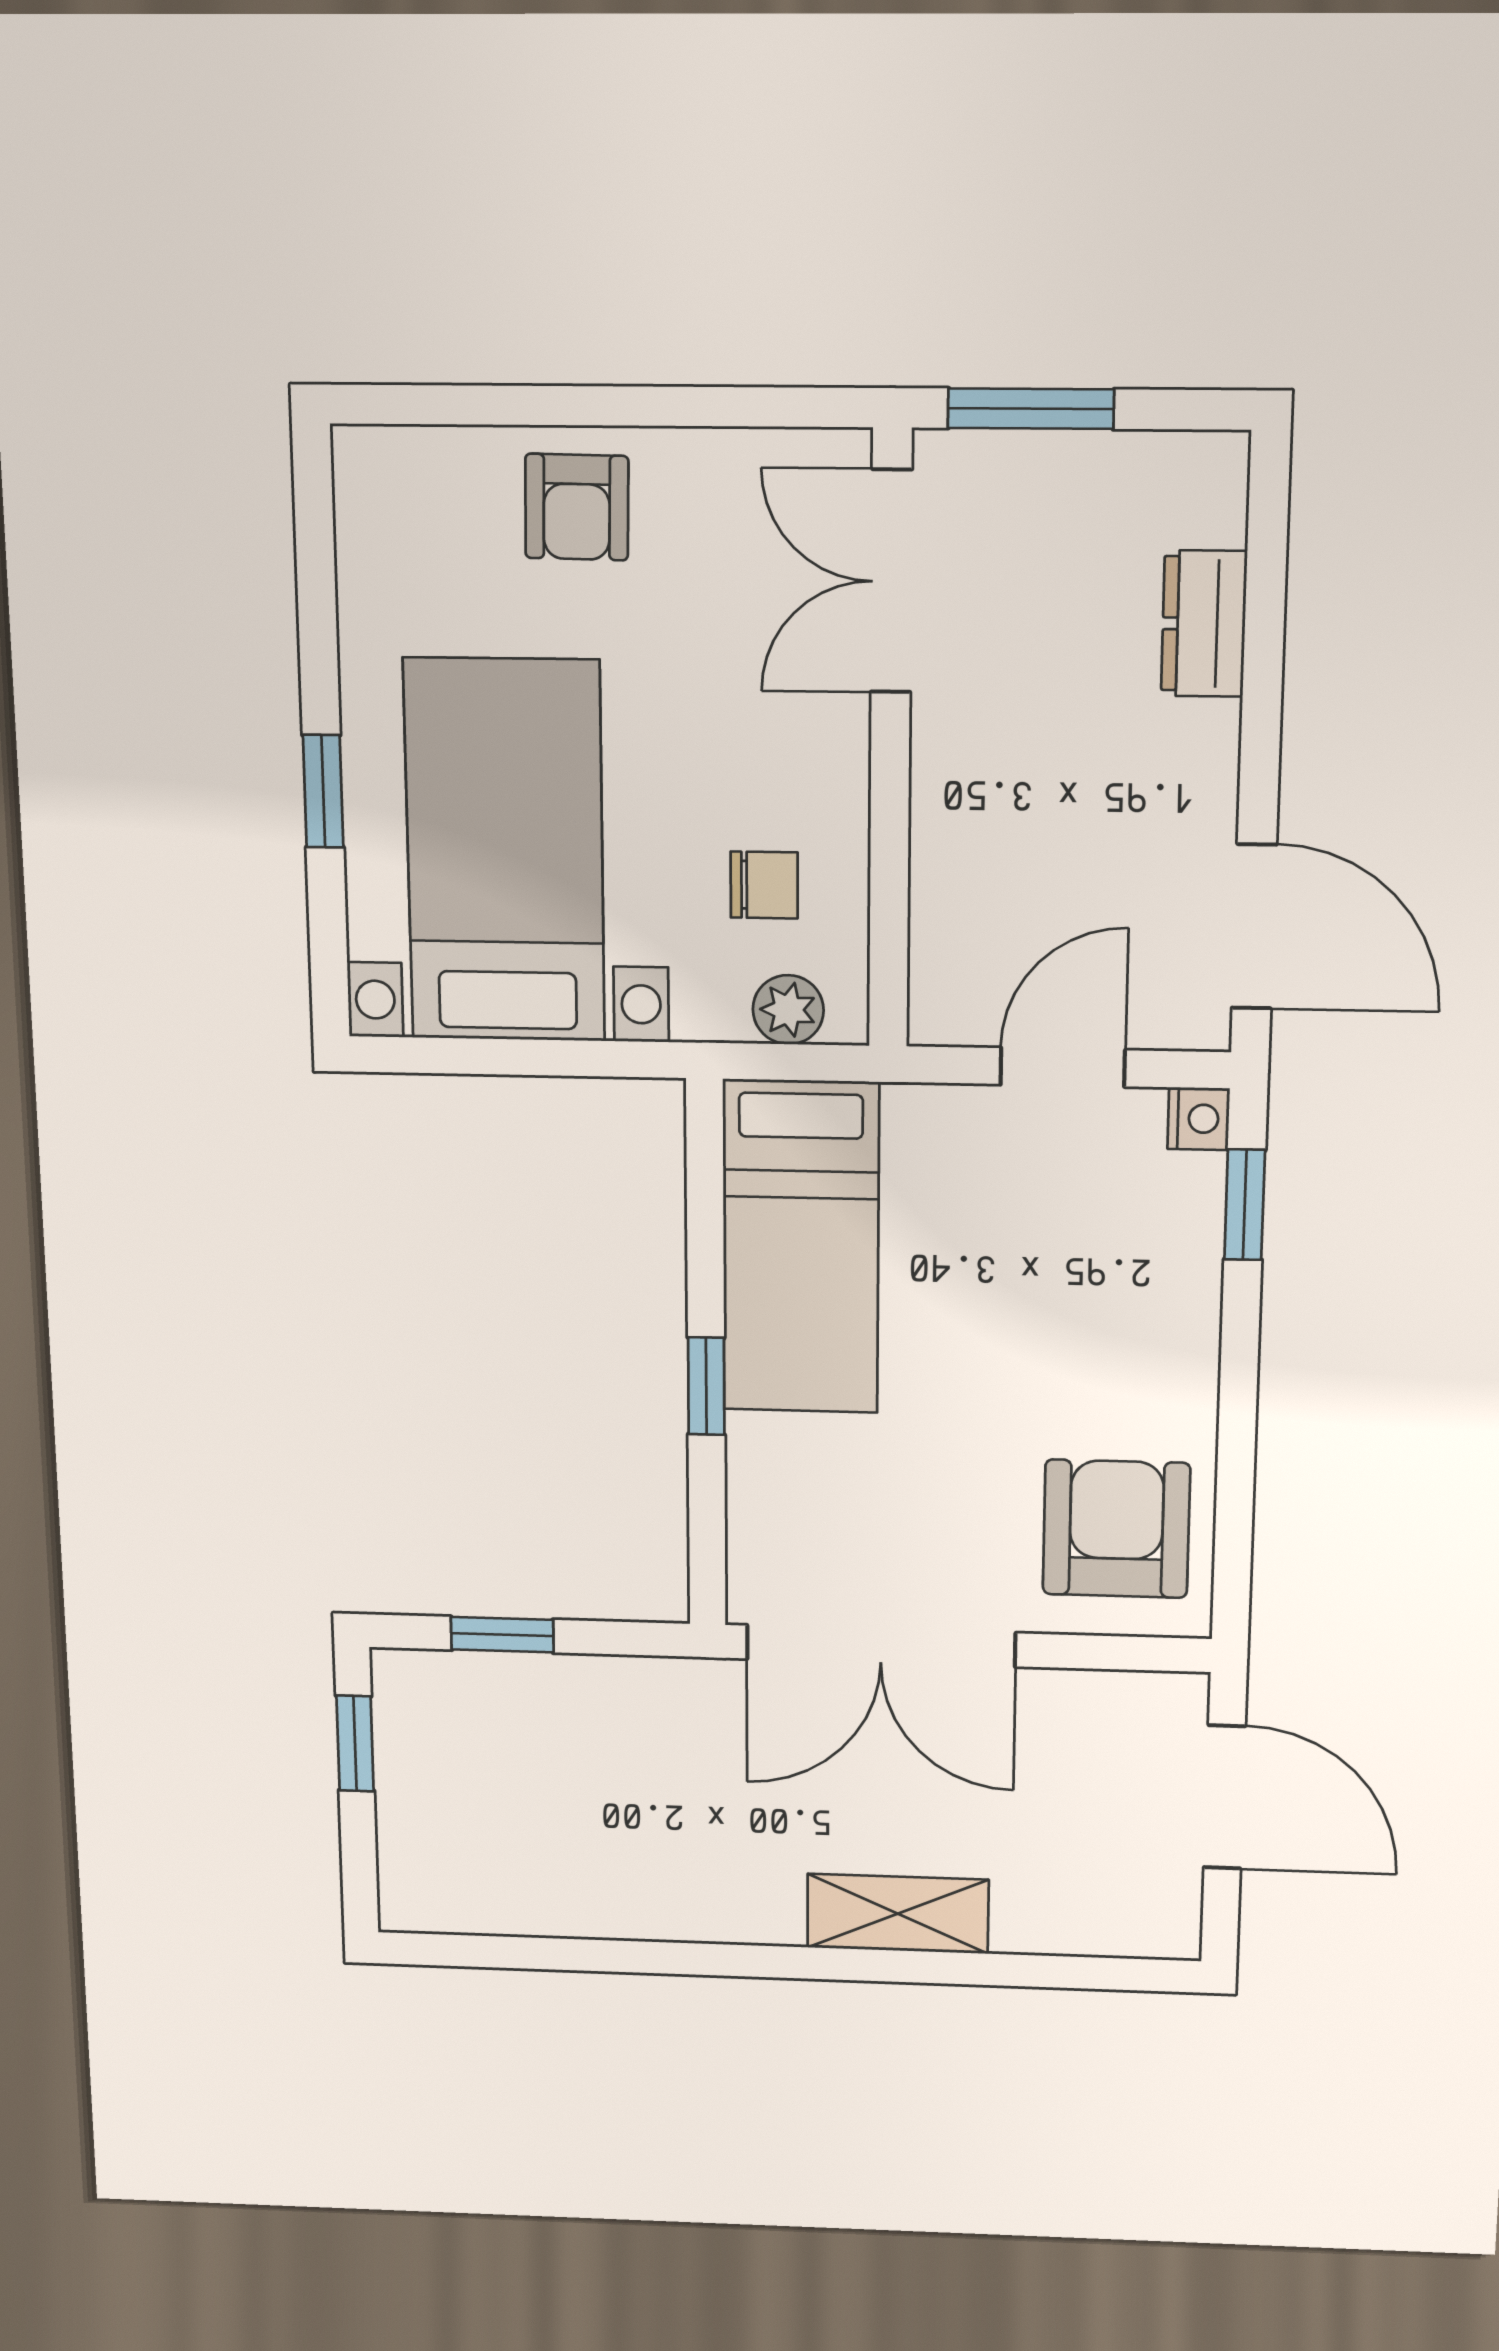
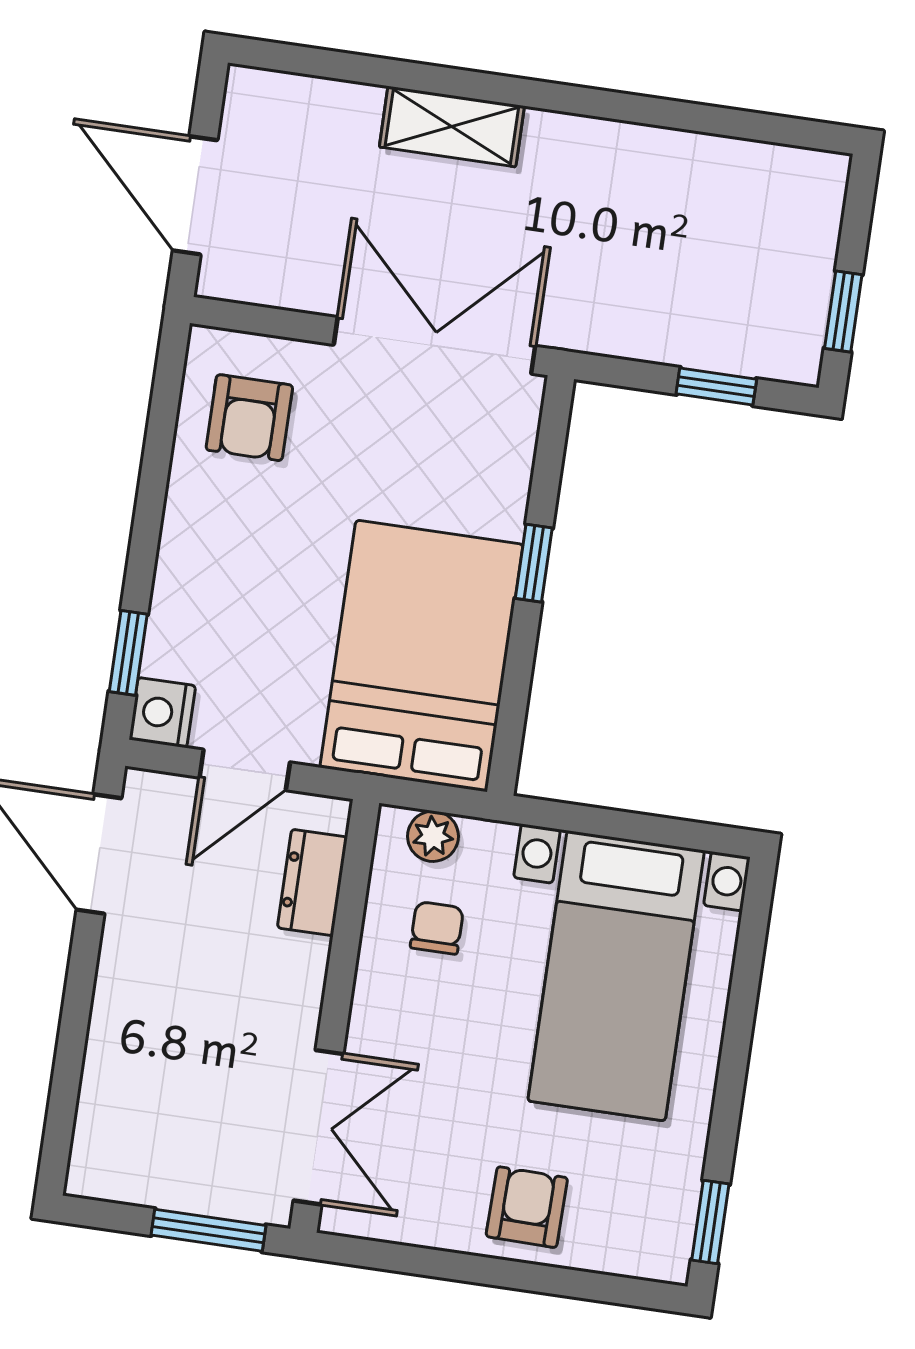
dresser: (1204, 624) -> (312, 883), moved, turned 180
window: (323, 791) -> (710, 1222), moved
chair: (764, 885) -> (437, 928), turned 90
nightstand: (1199, 1119) -> (162, 713), width x1.39, depth x1.35
bed: (801, 1247) -> (422, 656), width x1.50
armchair: (1116, 1529) -> (249, 418), width x0.72, depth x0.72

